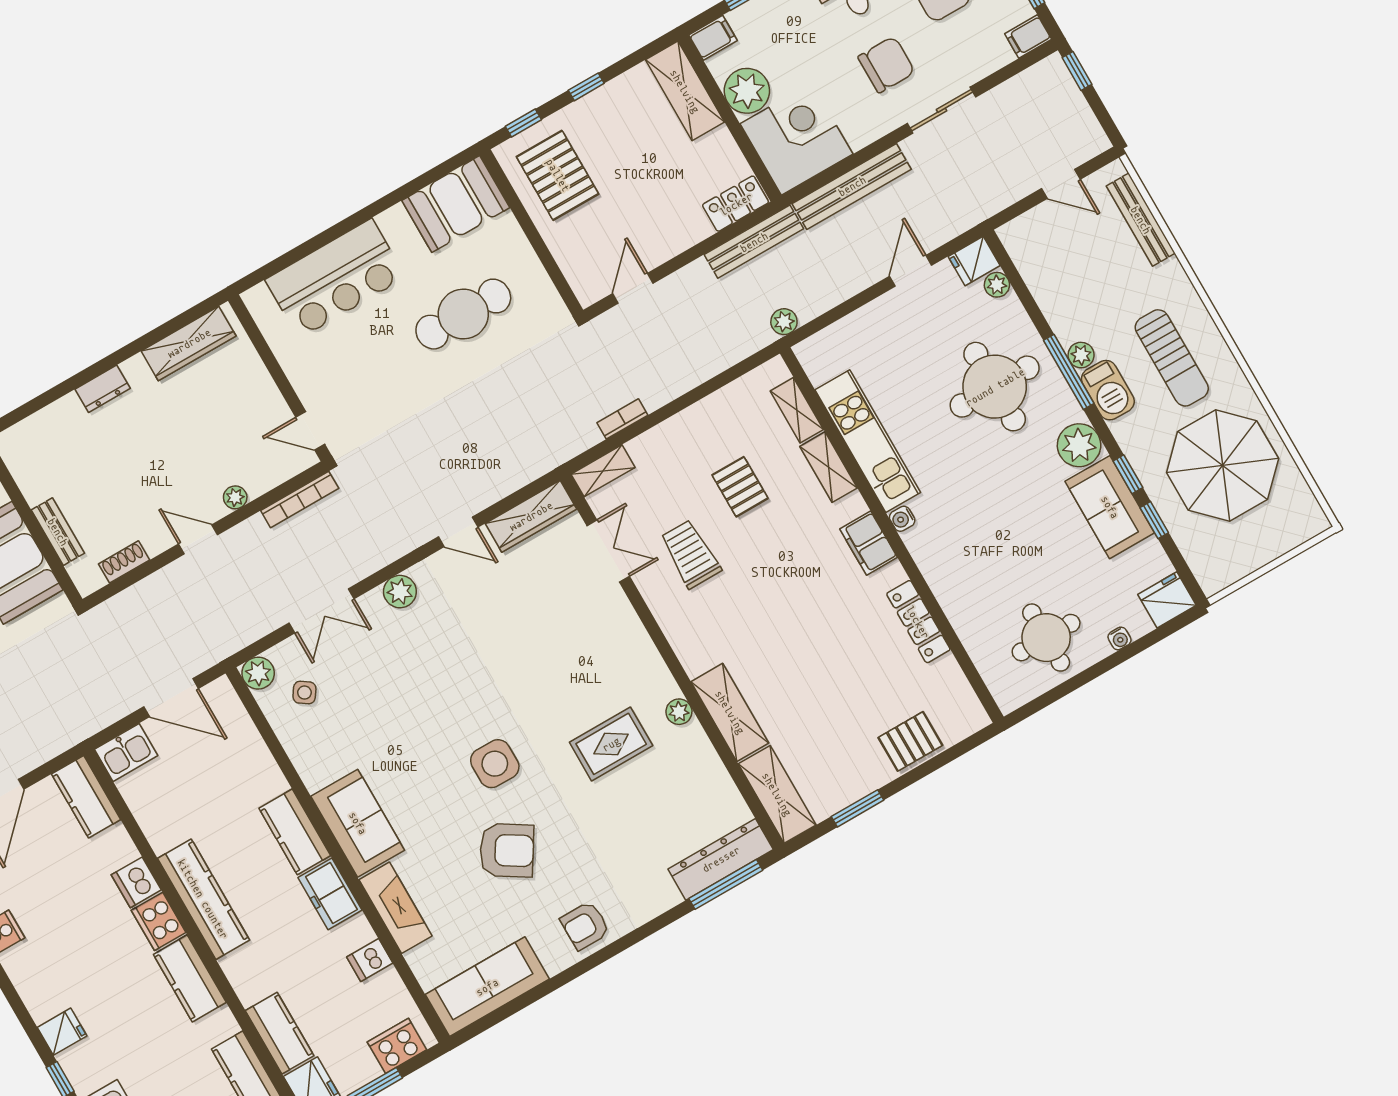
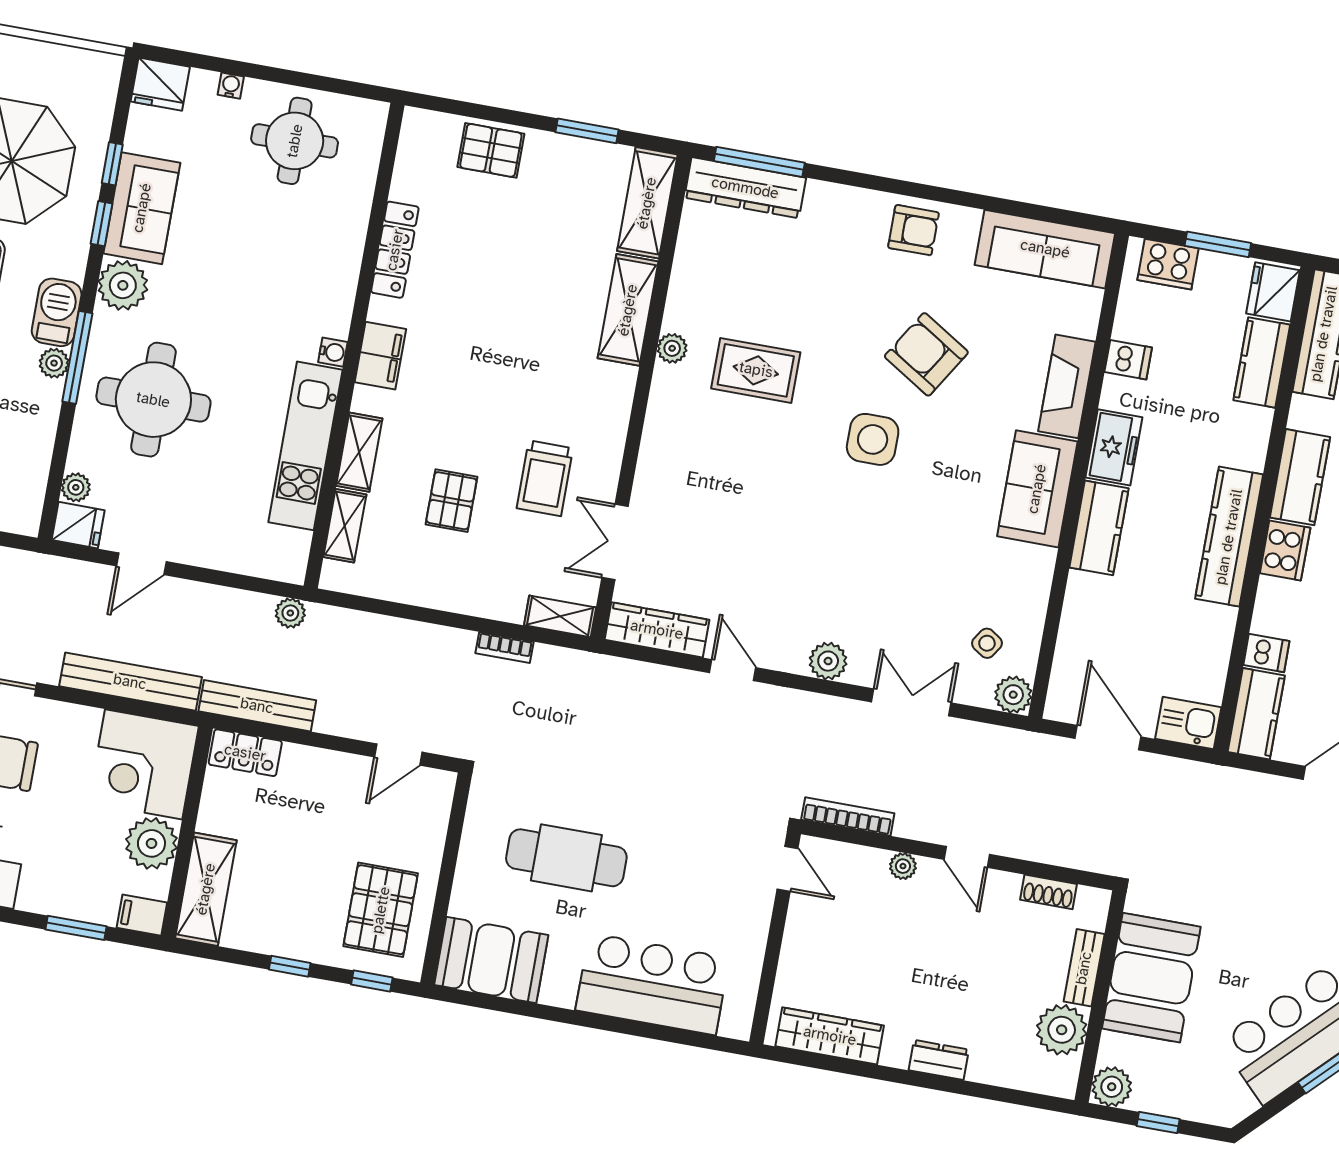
plant: (38, 478) -> (1062, 1030), added
dishwasher: (136, 882) -> (1266, 653), moved, width x0.73

